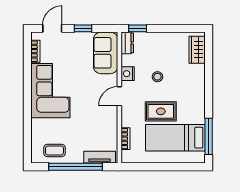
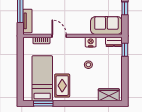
door: (119, 96) -> (59, 36), moved
rug: (161, 111) -> (62, 86), moved
window: (209, 136) -> (43, 103), width x0.69

